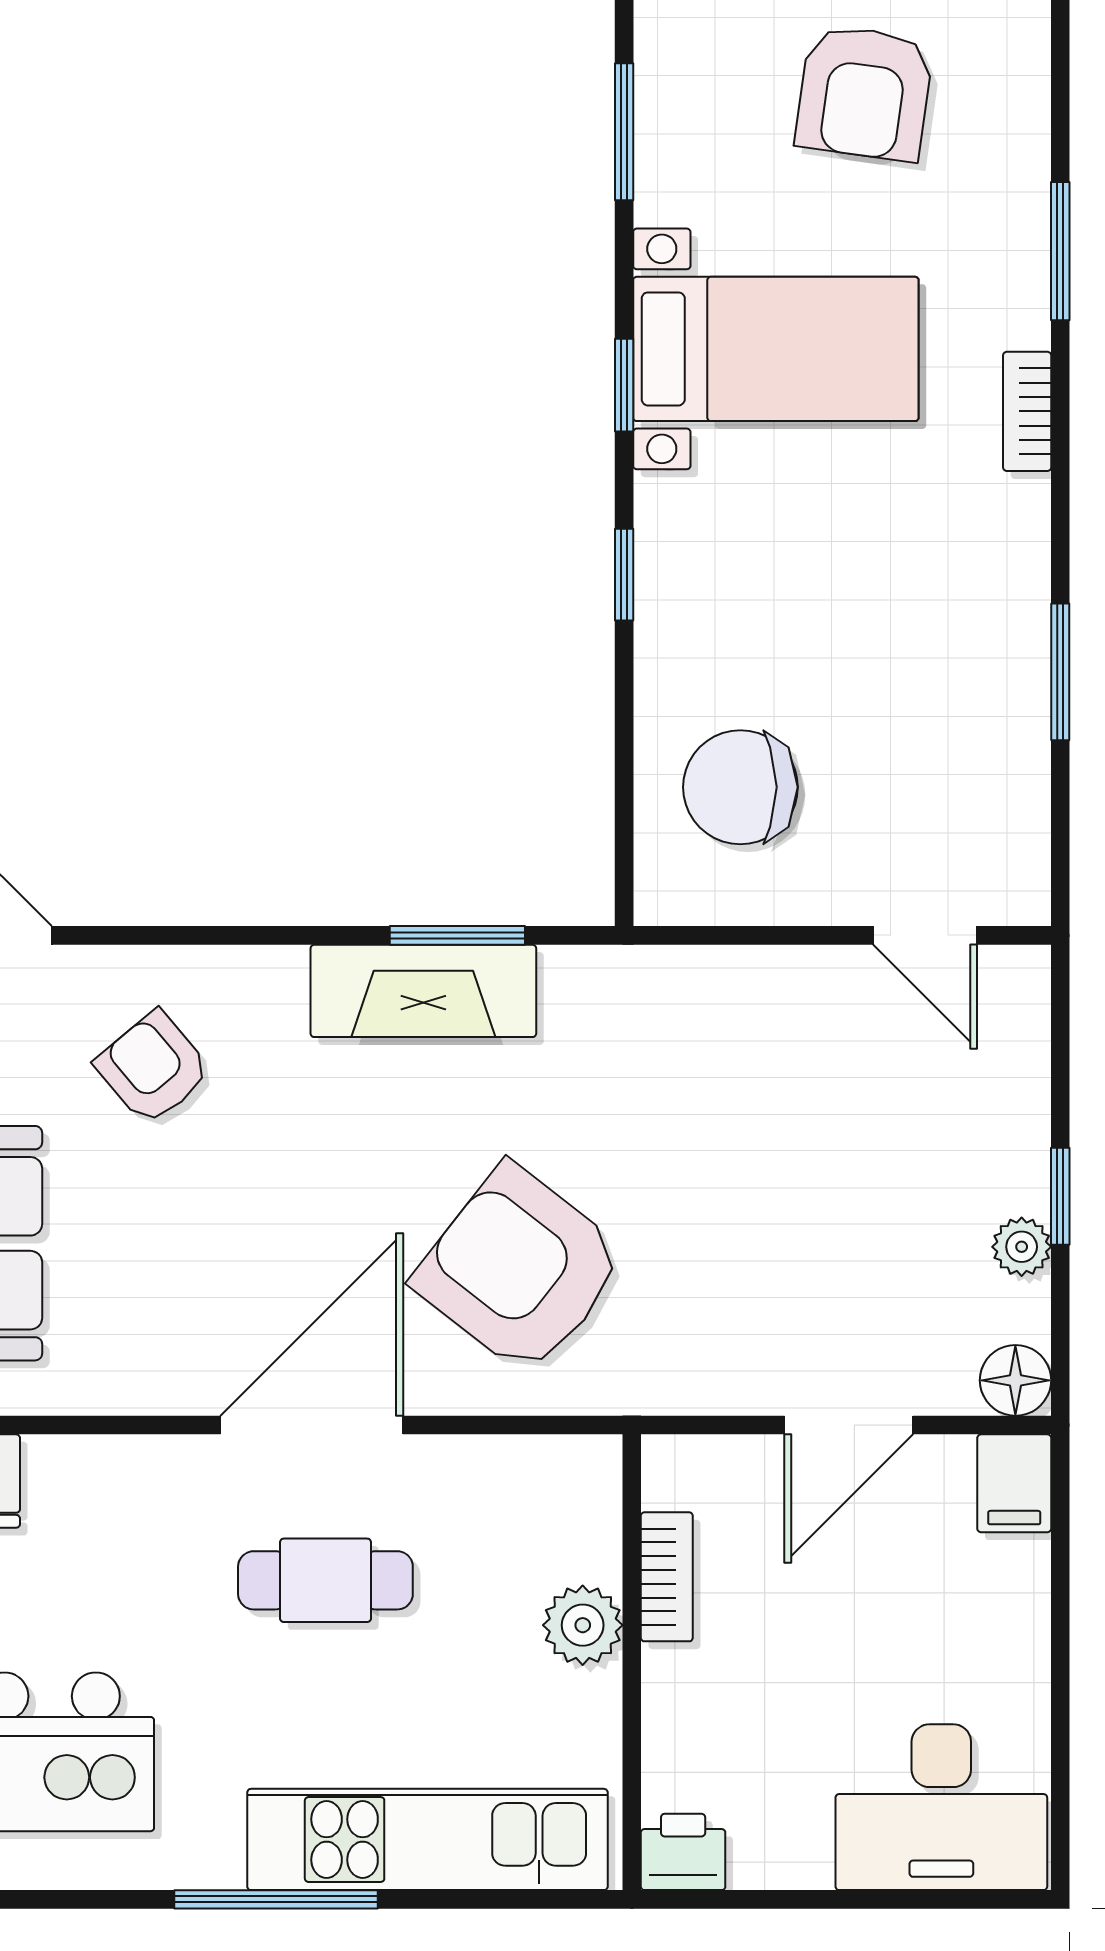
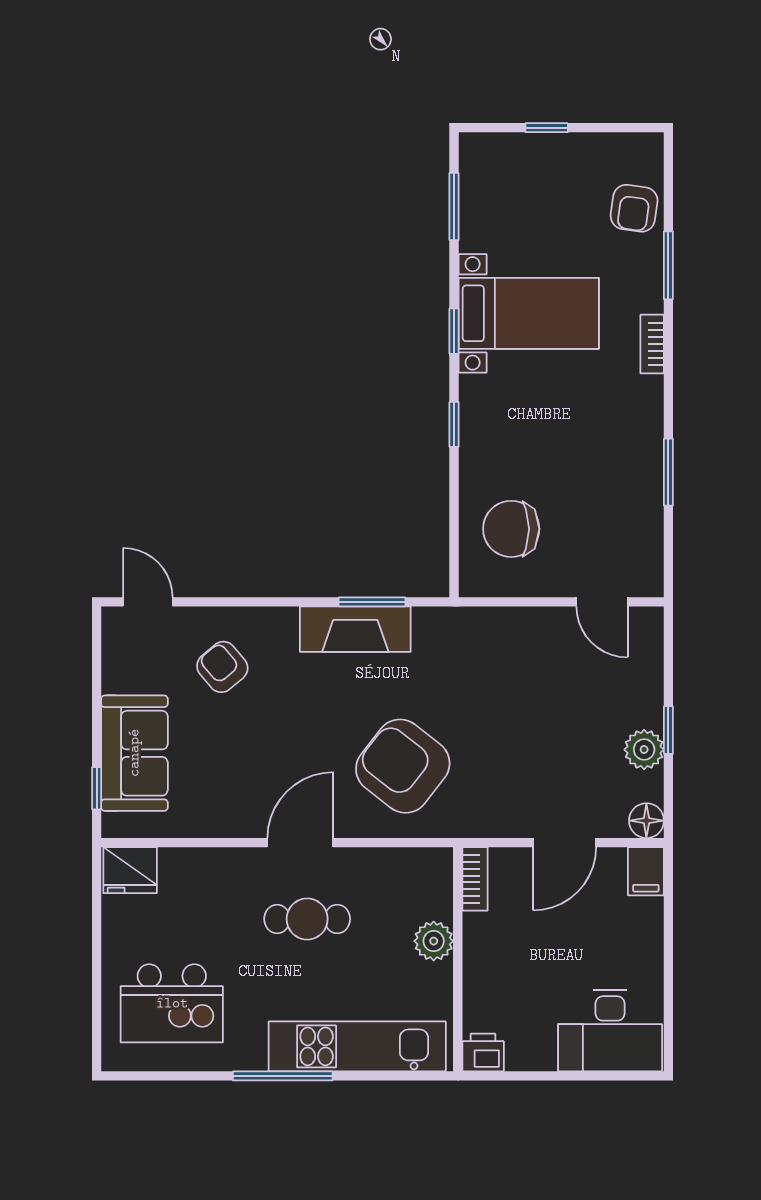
armchair: (864, 93) -> (634, 208), moved, width x0.72, depth x0.72
plant: (1022, 1247) -> (644, 750), width x1.38, depth x1.38
door: (312, 1425) -> (300, 843), width x0.73
bookcase: (667, 1577) -> (475, 879), moved

